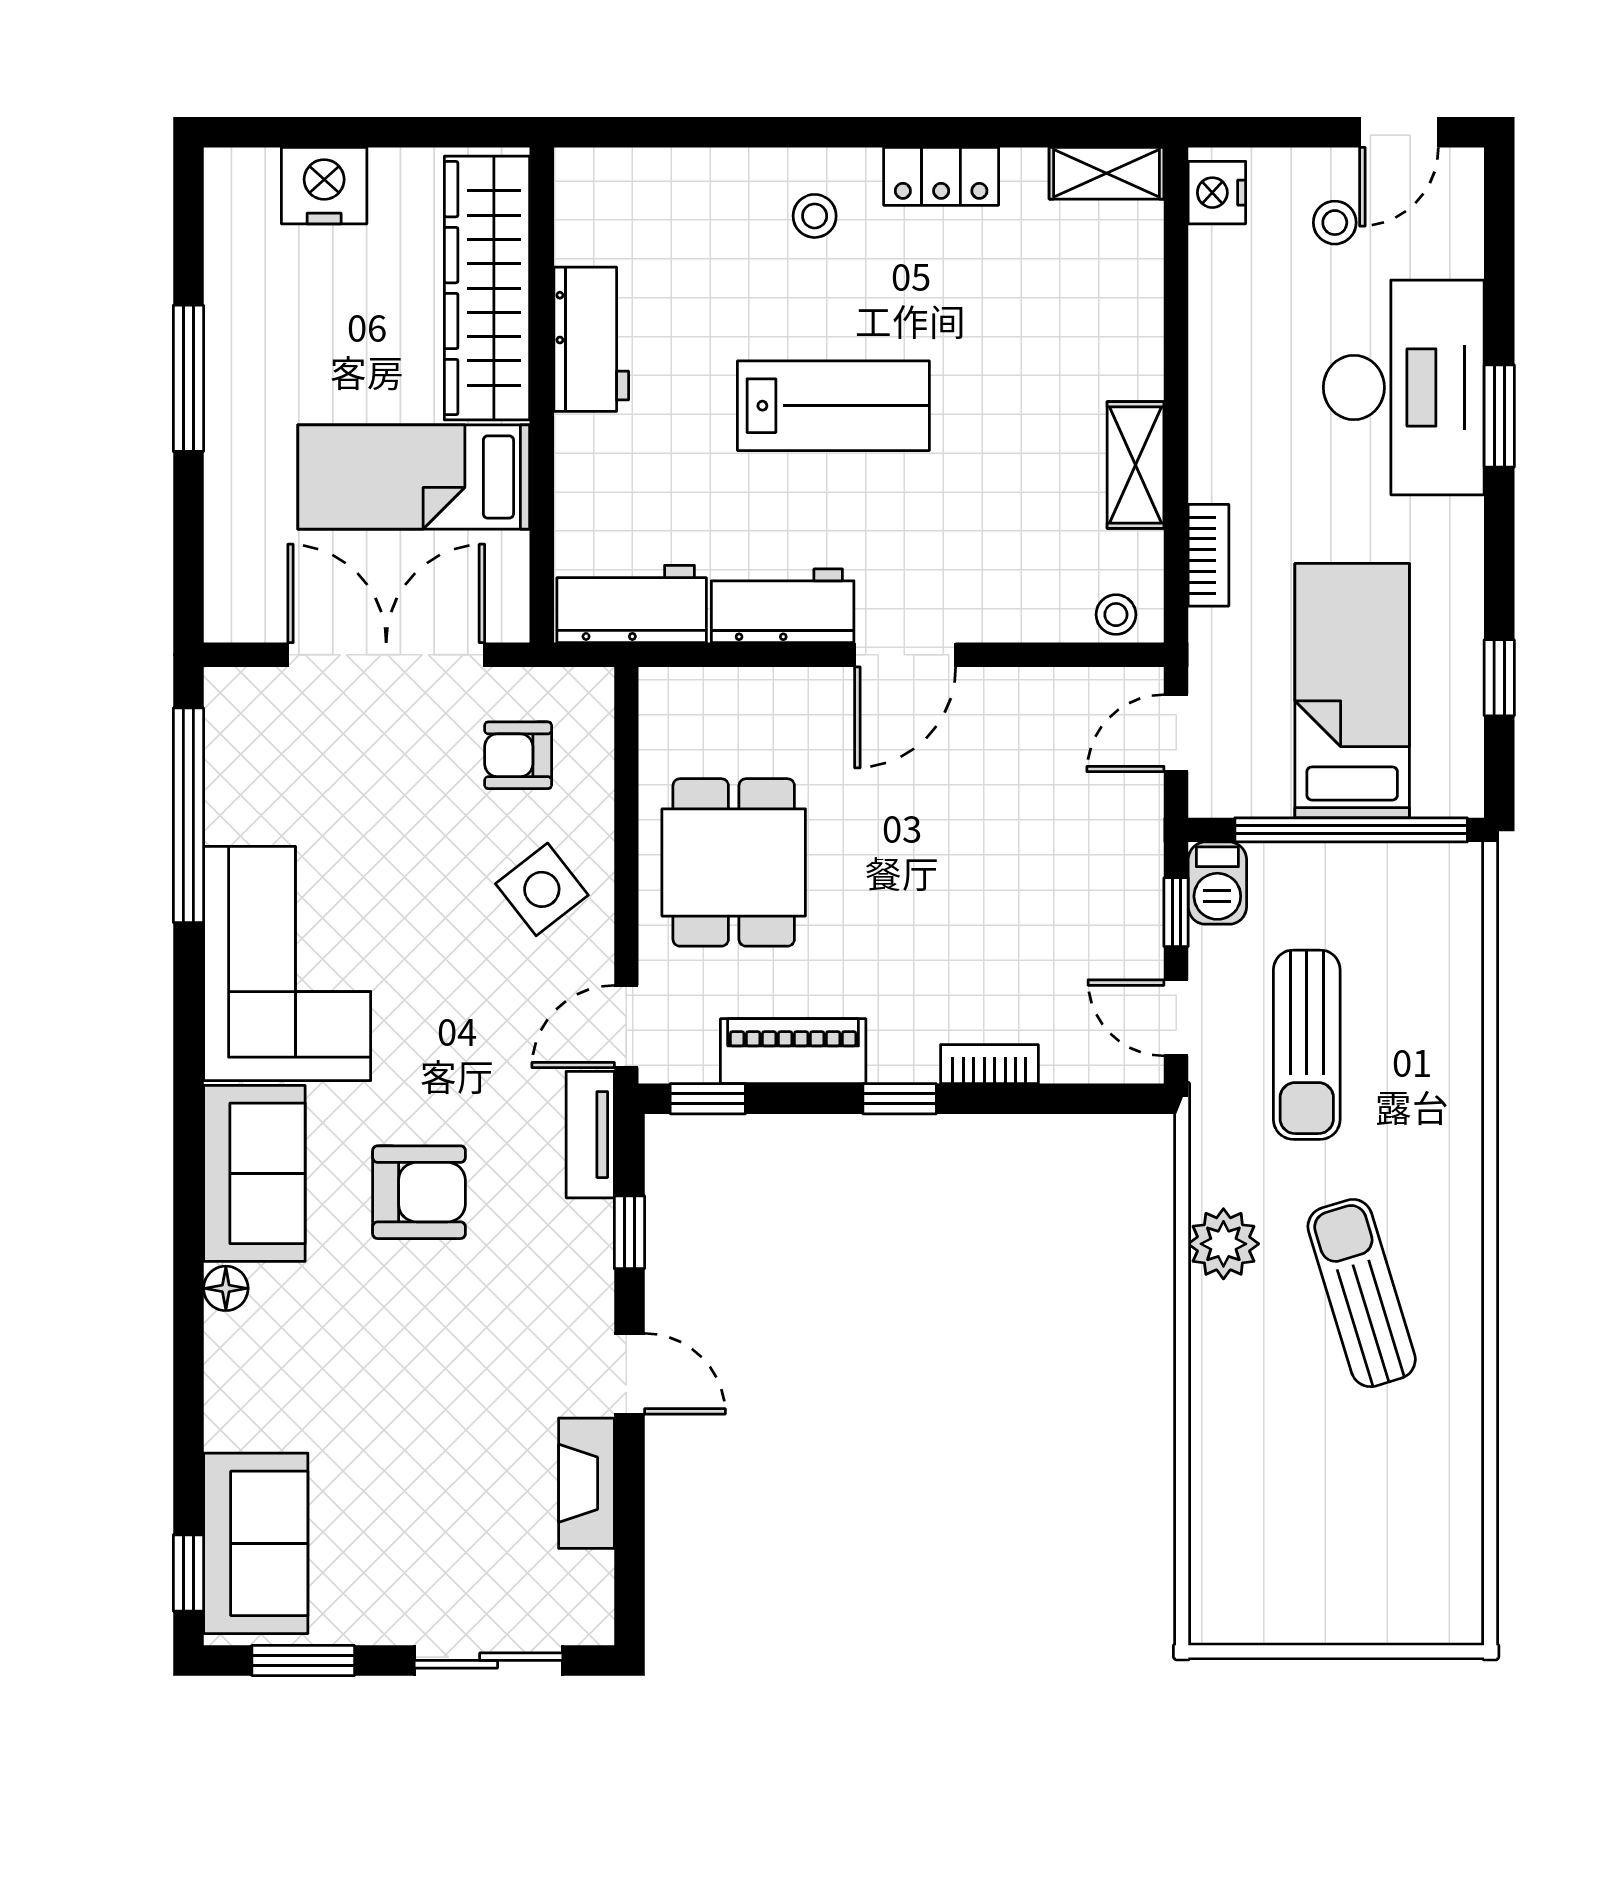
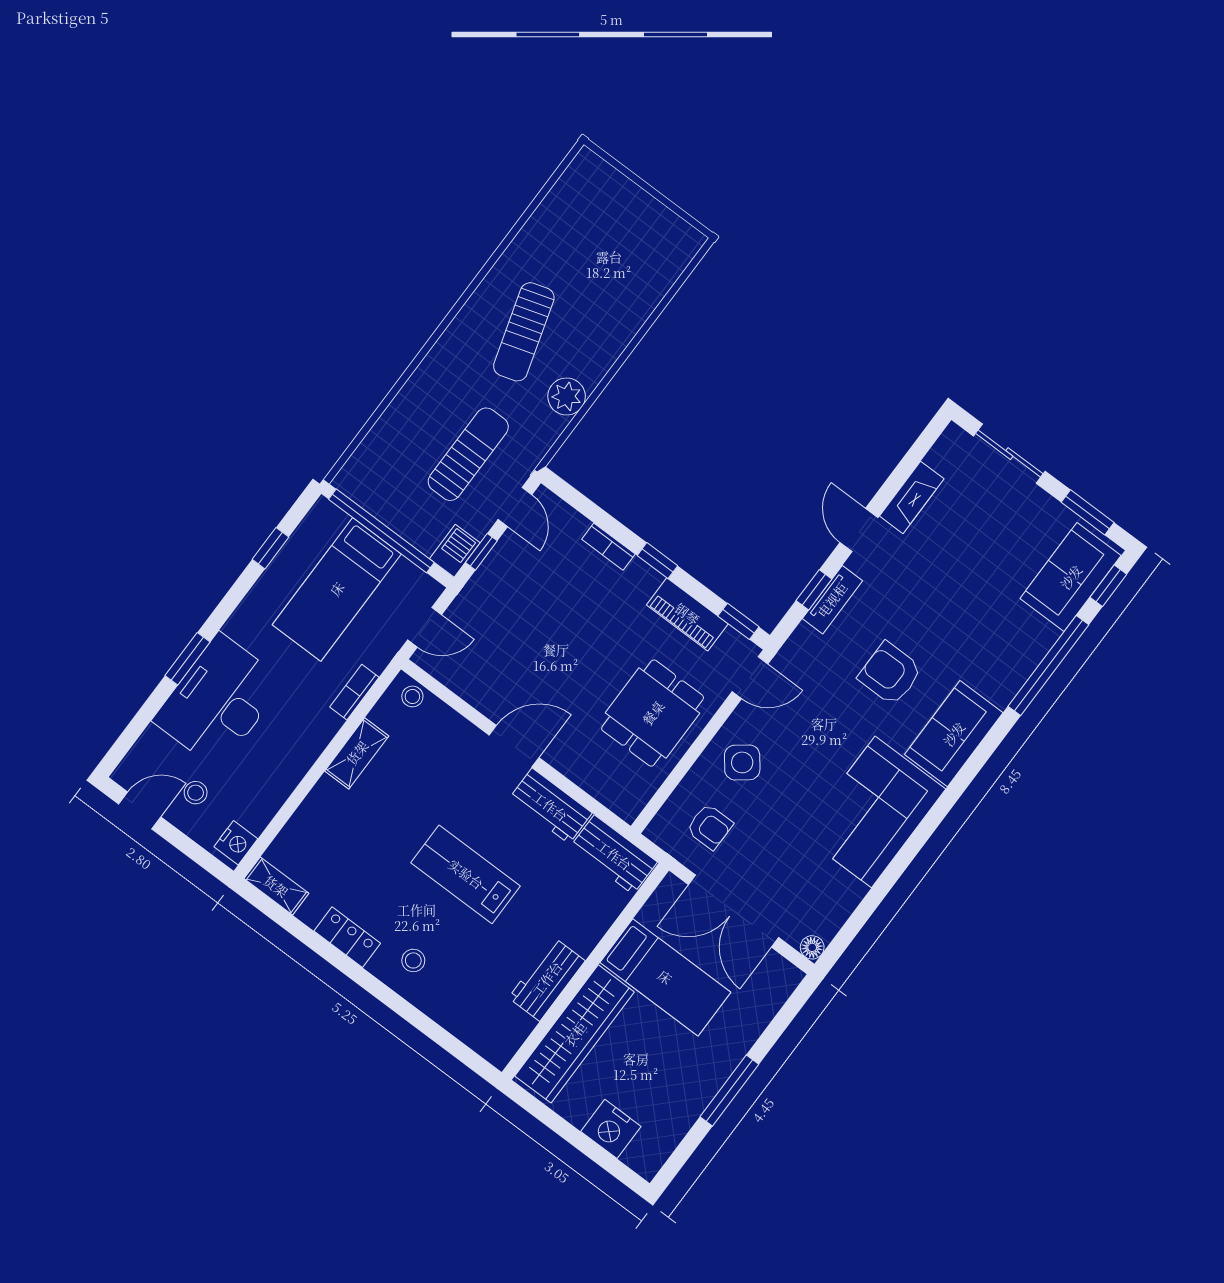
window: (188, 815) -> (1048, 666), moved
tv unit: (590, 1135) -> (832, 600), moved
floor lamp: (226, 1288) -> (812, 947), moved

